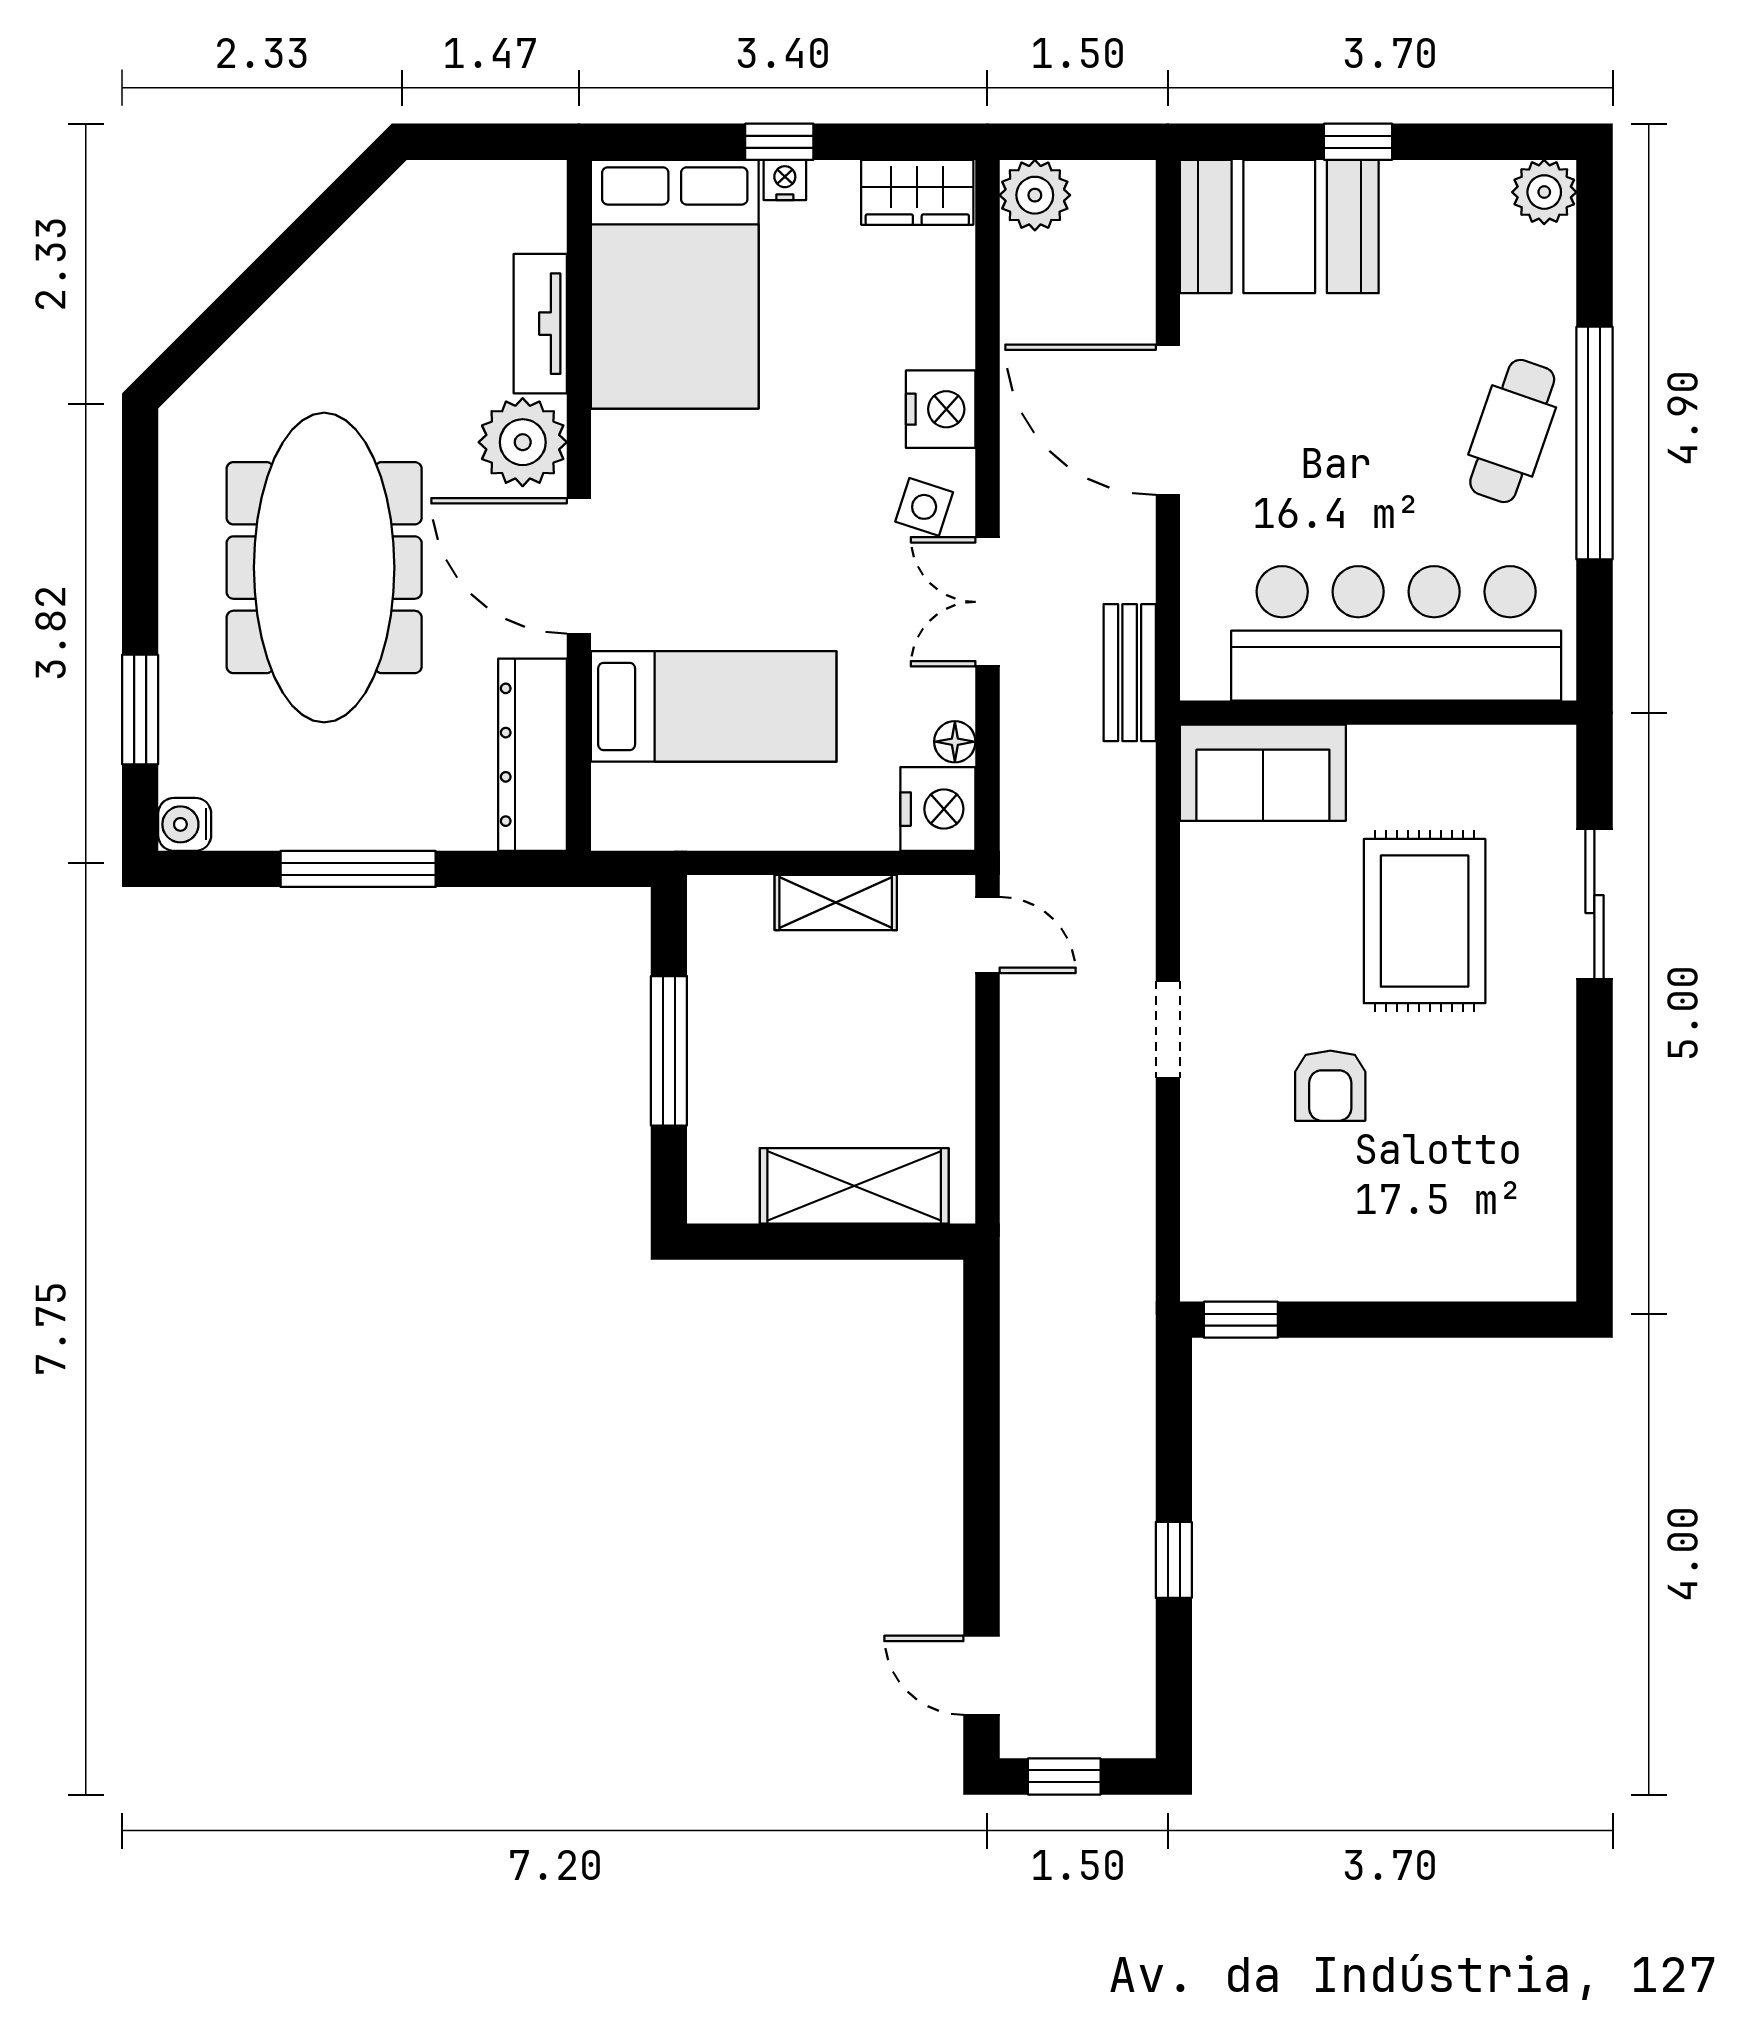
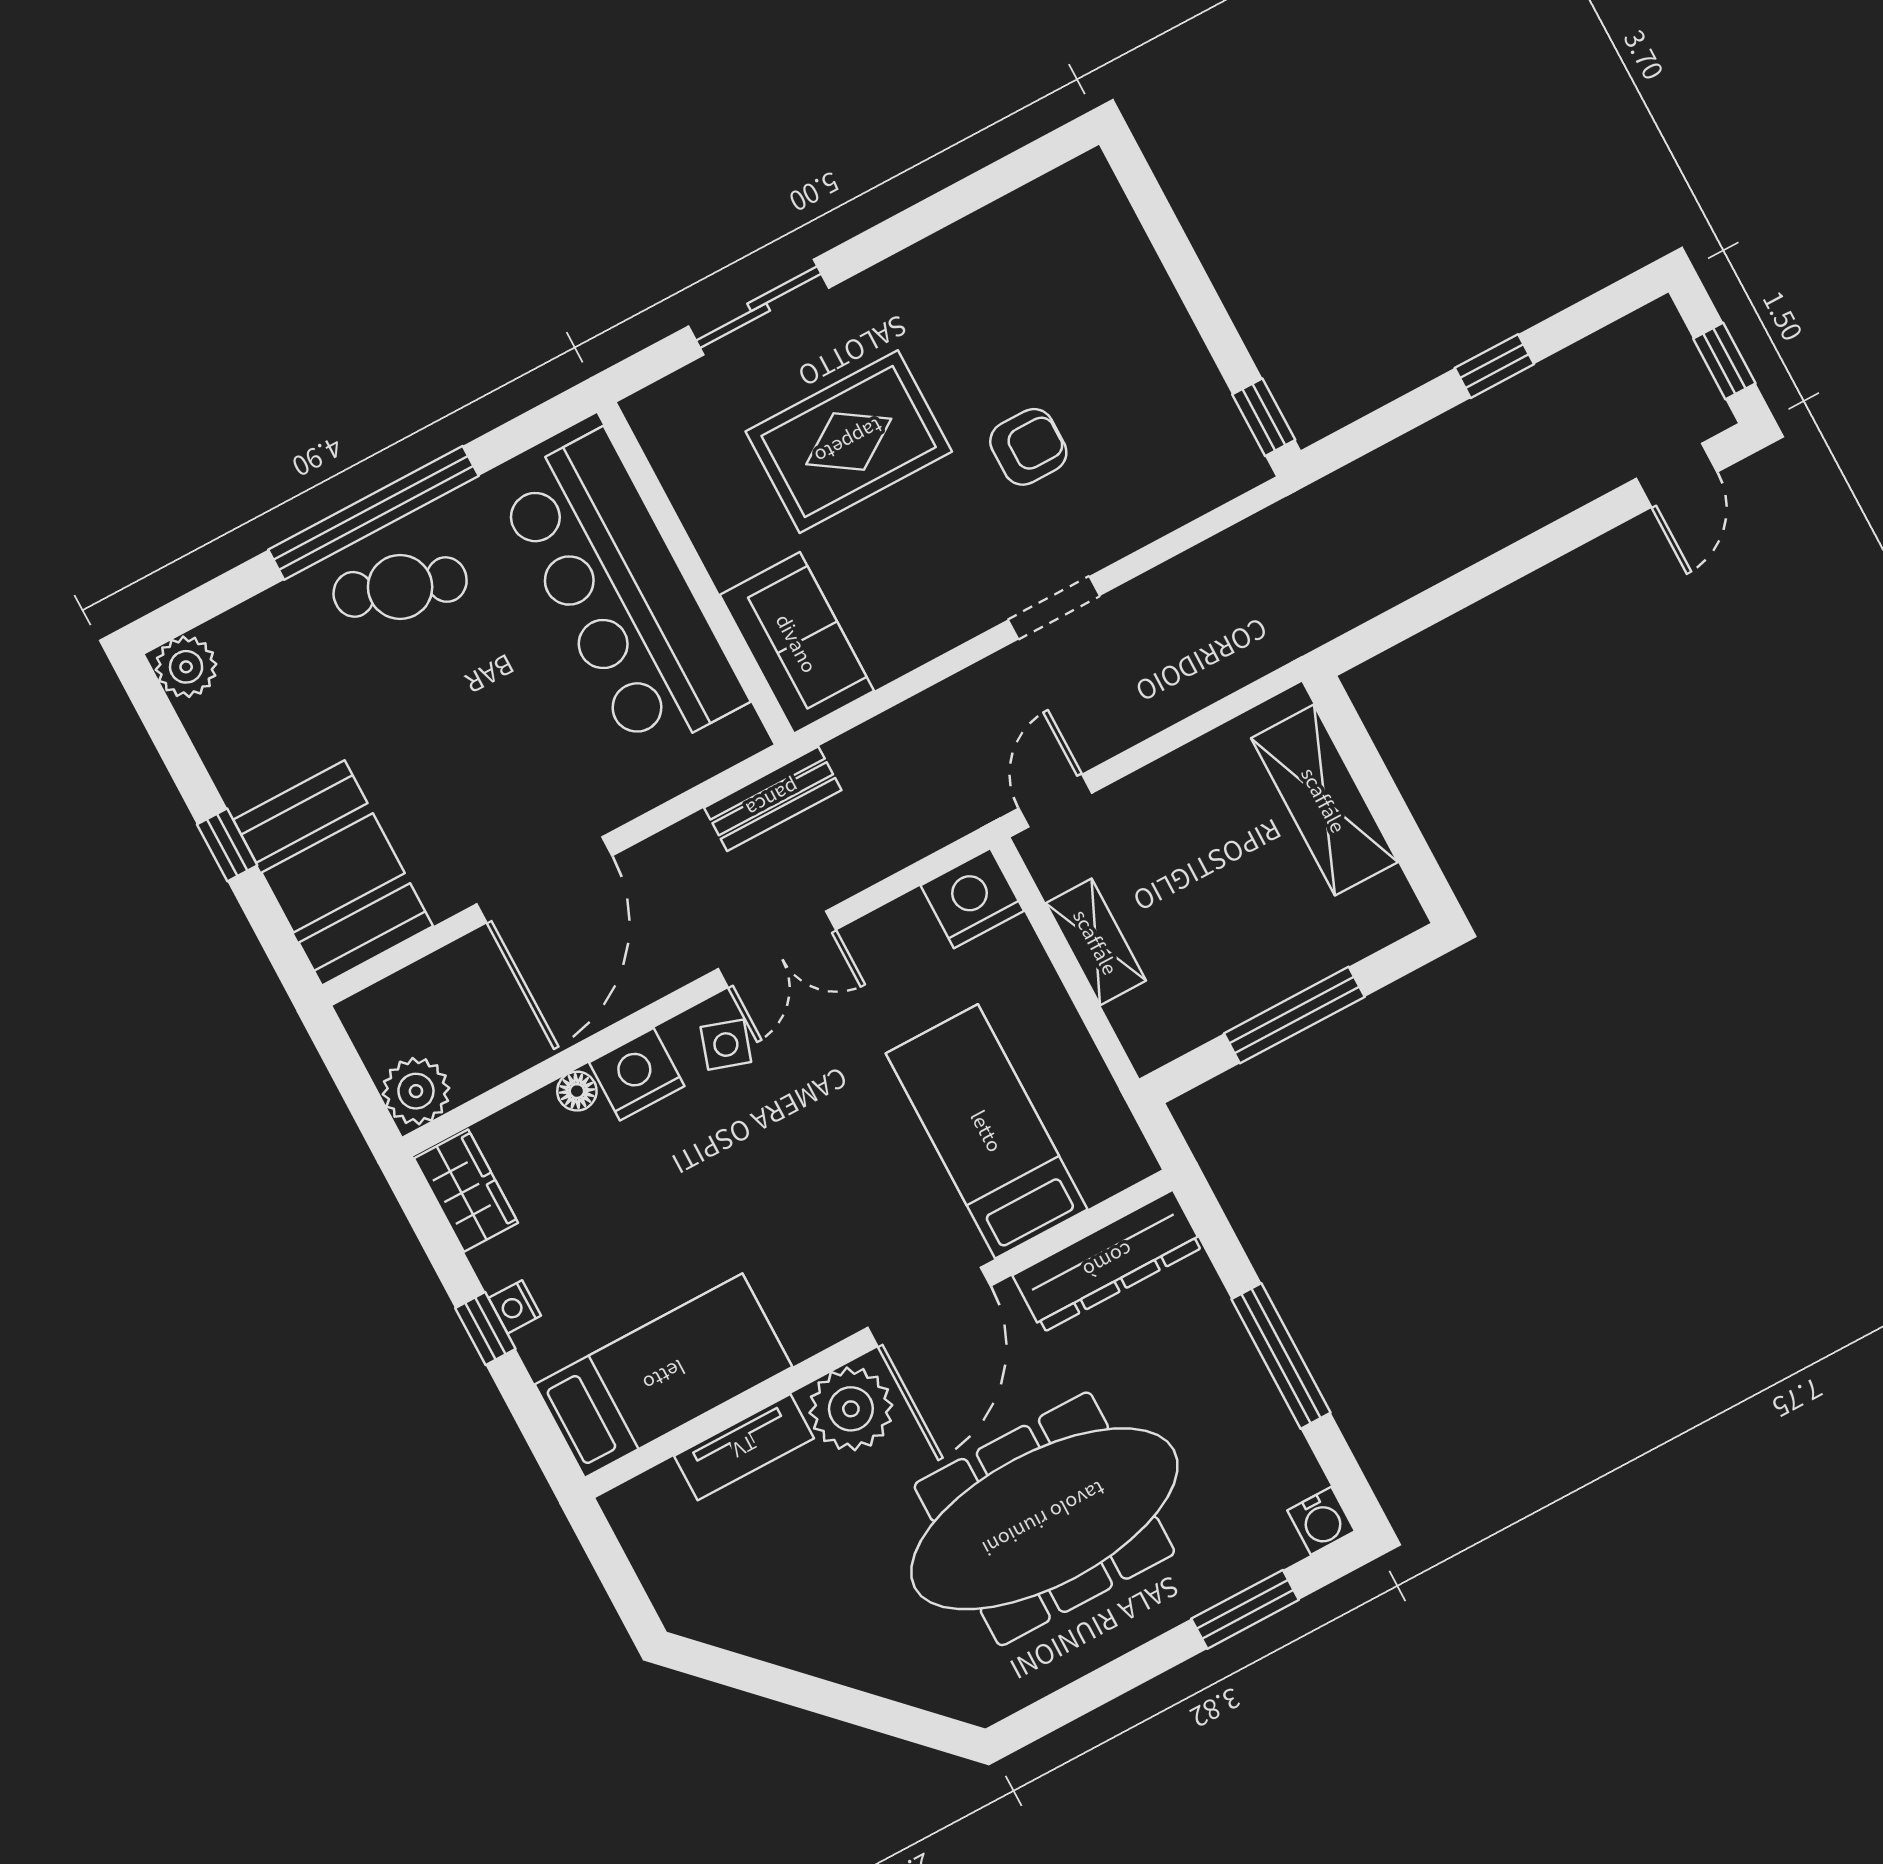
bed: (675, 284) -> (664, 1376), width x0.67
floor lamp: (955, 742) -> (577, 1091), moved

